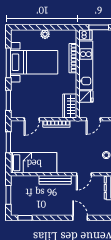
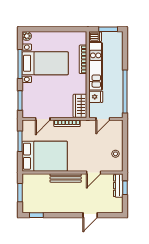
plant: (45, 34) -> (27, 36), moved
bed: (34, 163) -> (45, 156), width x1.50
door: (80, 218) -> (90, 215), swing flipped

